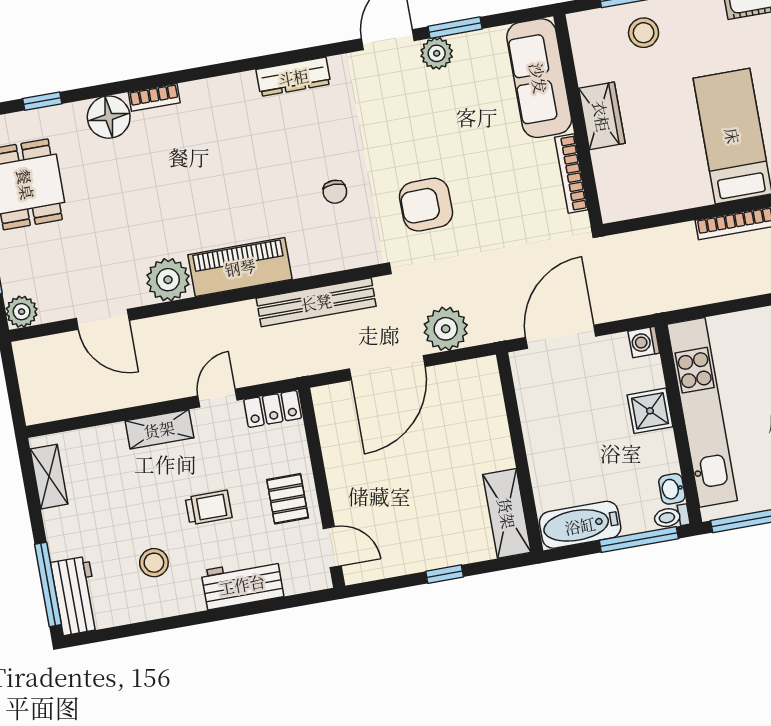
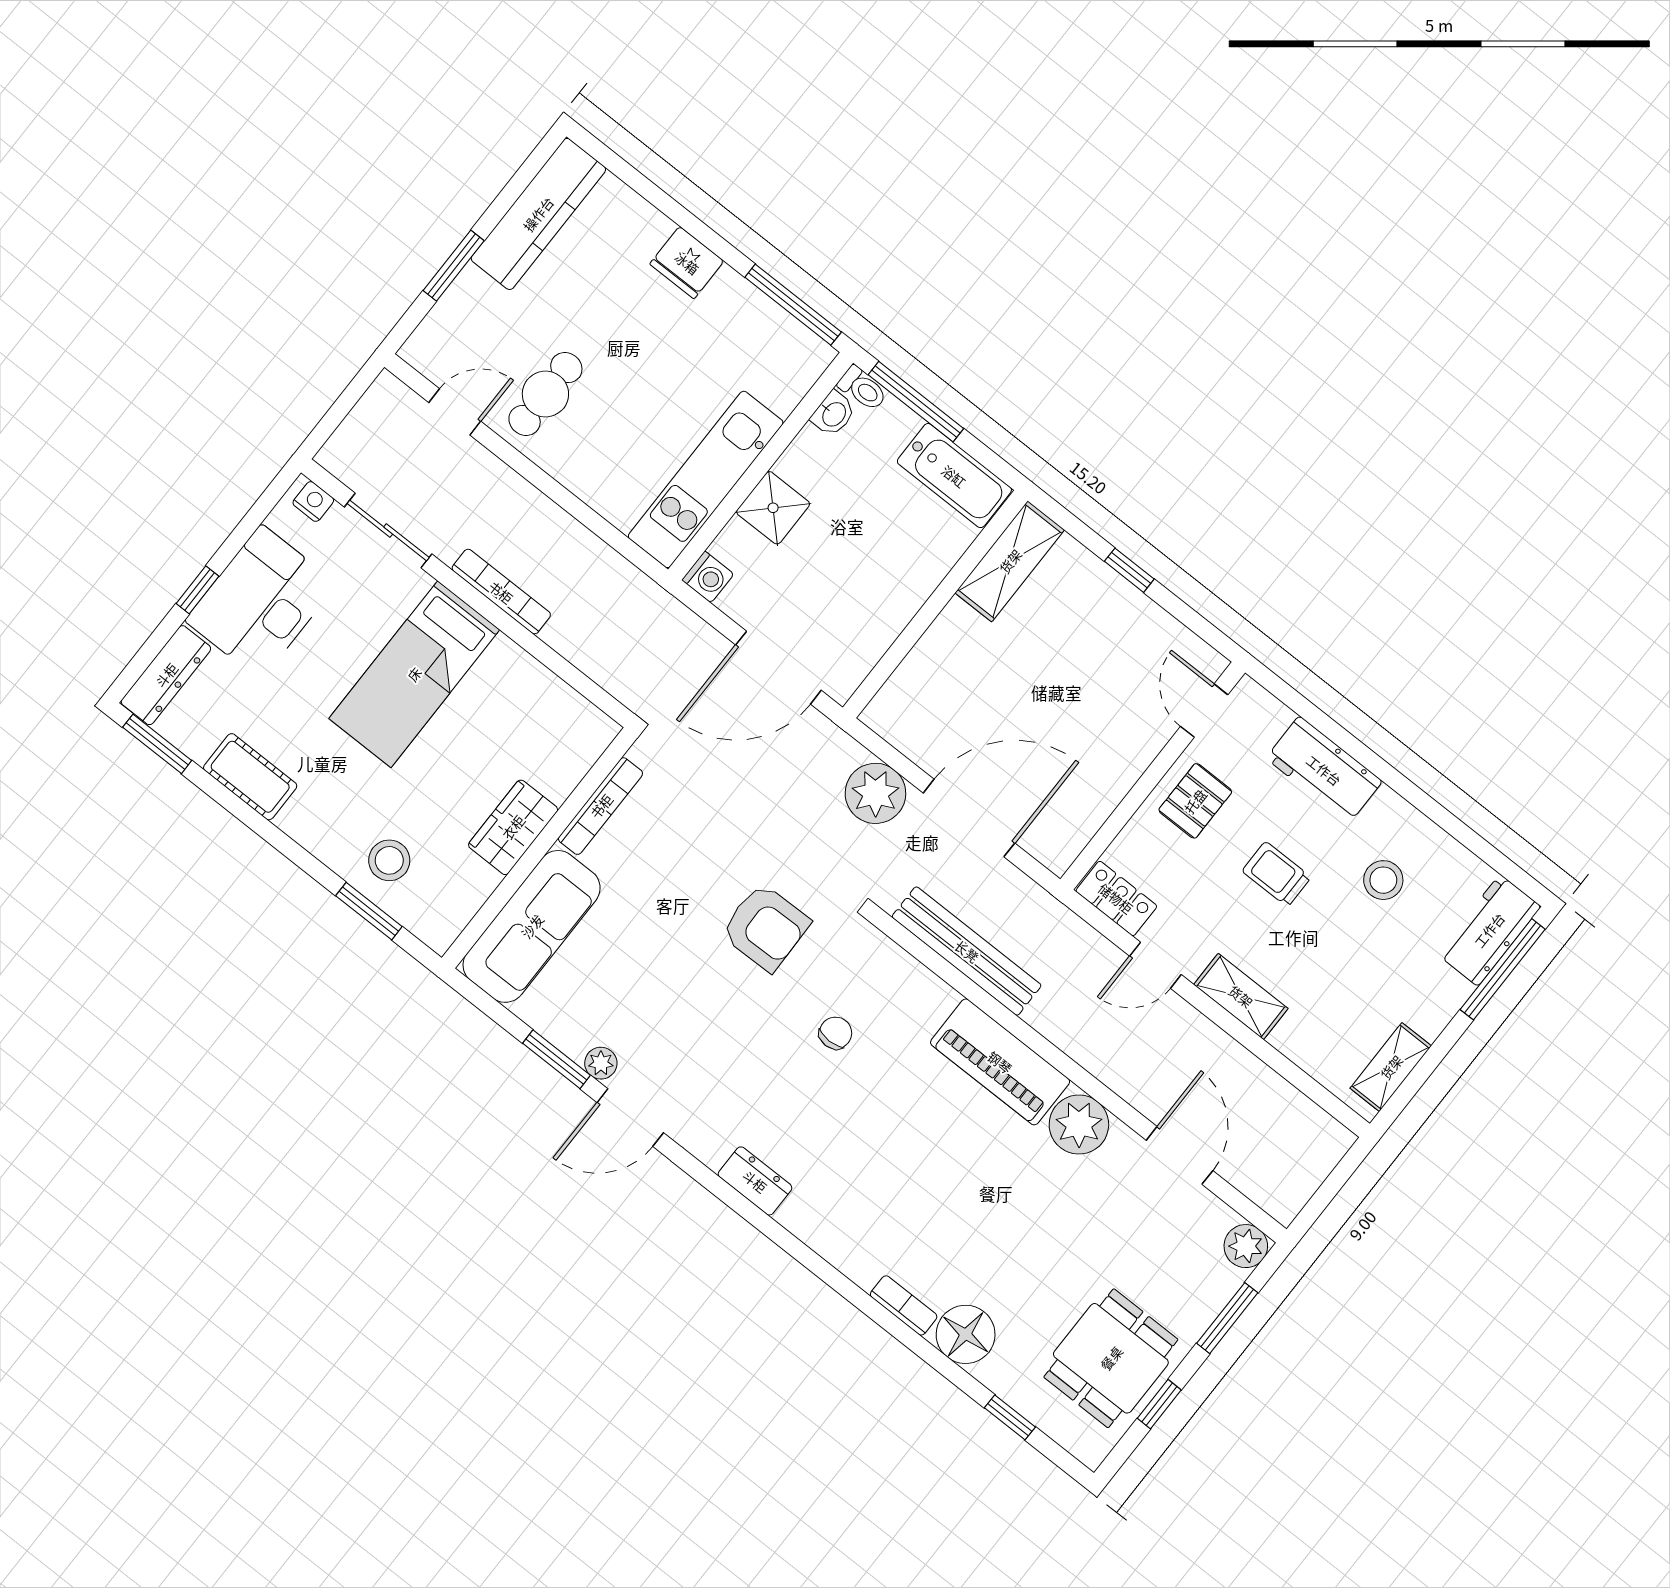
plant: (437, 53) -> (601, 1063), width x0.73, depth x0.73
dresser: (293, 77) -> (755, 1181), width x0.70
kitchen unit: (702, 412) -> (706, 479), width x0.73

